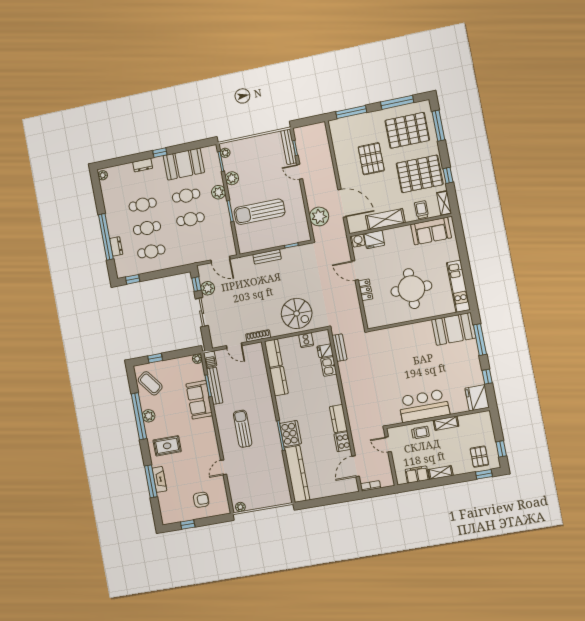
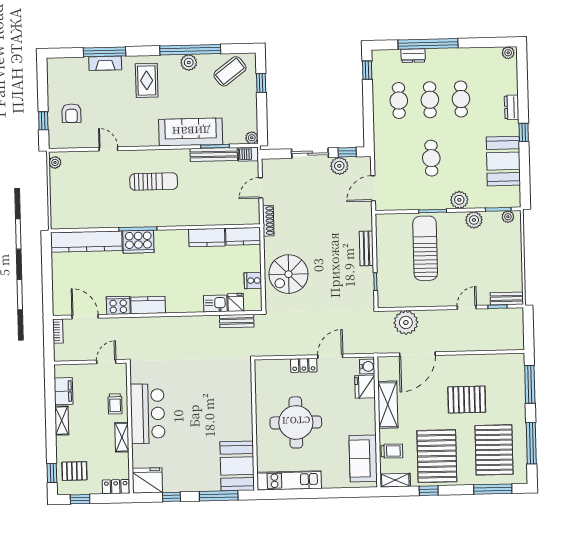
bench: (289, 147) -> (507, 299), width x0.73
cafe table: (186, 196) -> (462, 157), removed
sofa: (199, 400) -> (191, 132), width x1.36
locker: (486, 422) -> (116, 487), added
window: (188, 524) -> (43, 121), moved

